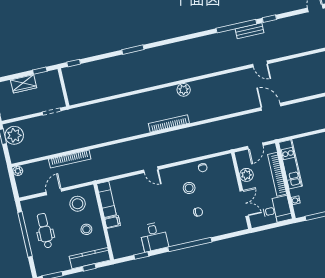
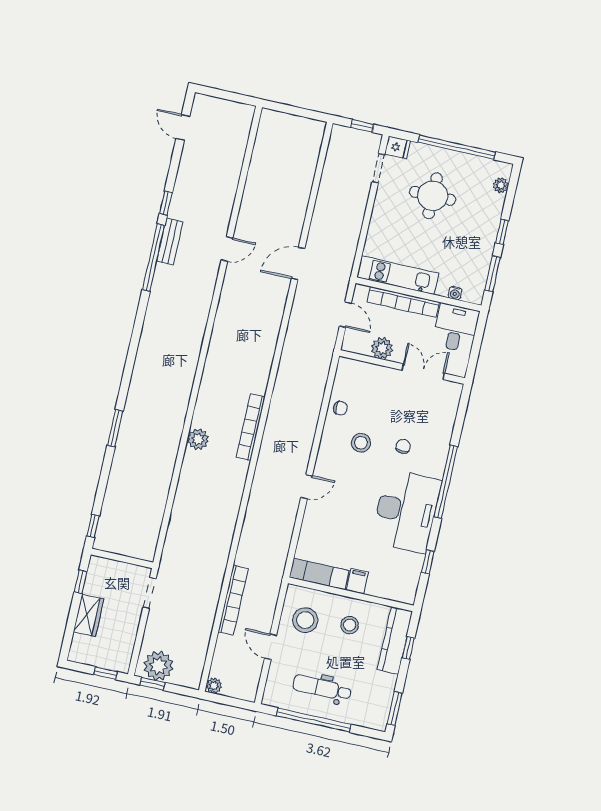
plant: (184, 90) -> (198, 439), moved
desk: (154, 237) -> (406, 511), width x1.87, depth x1.30

